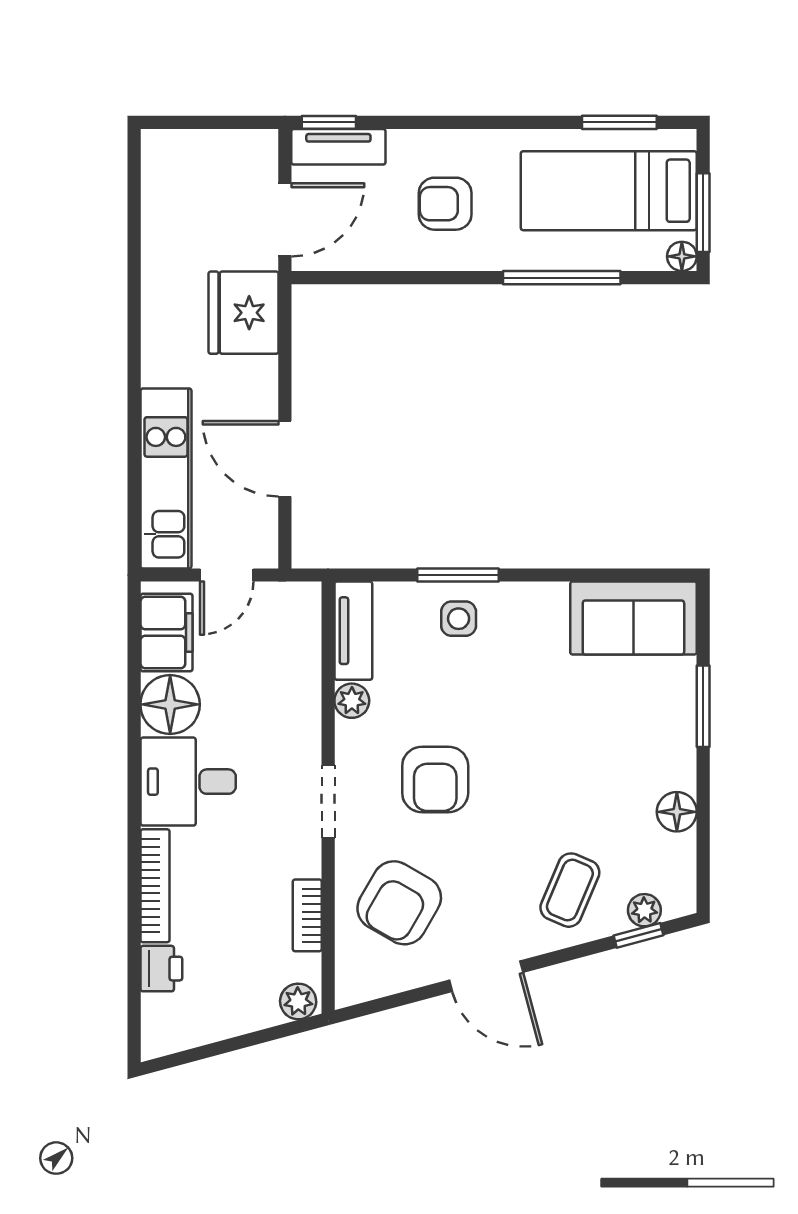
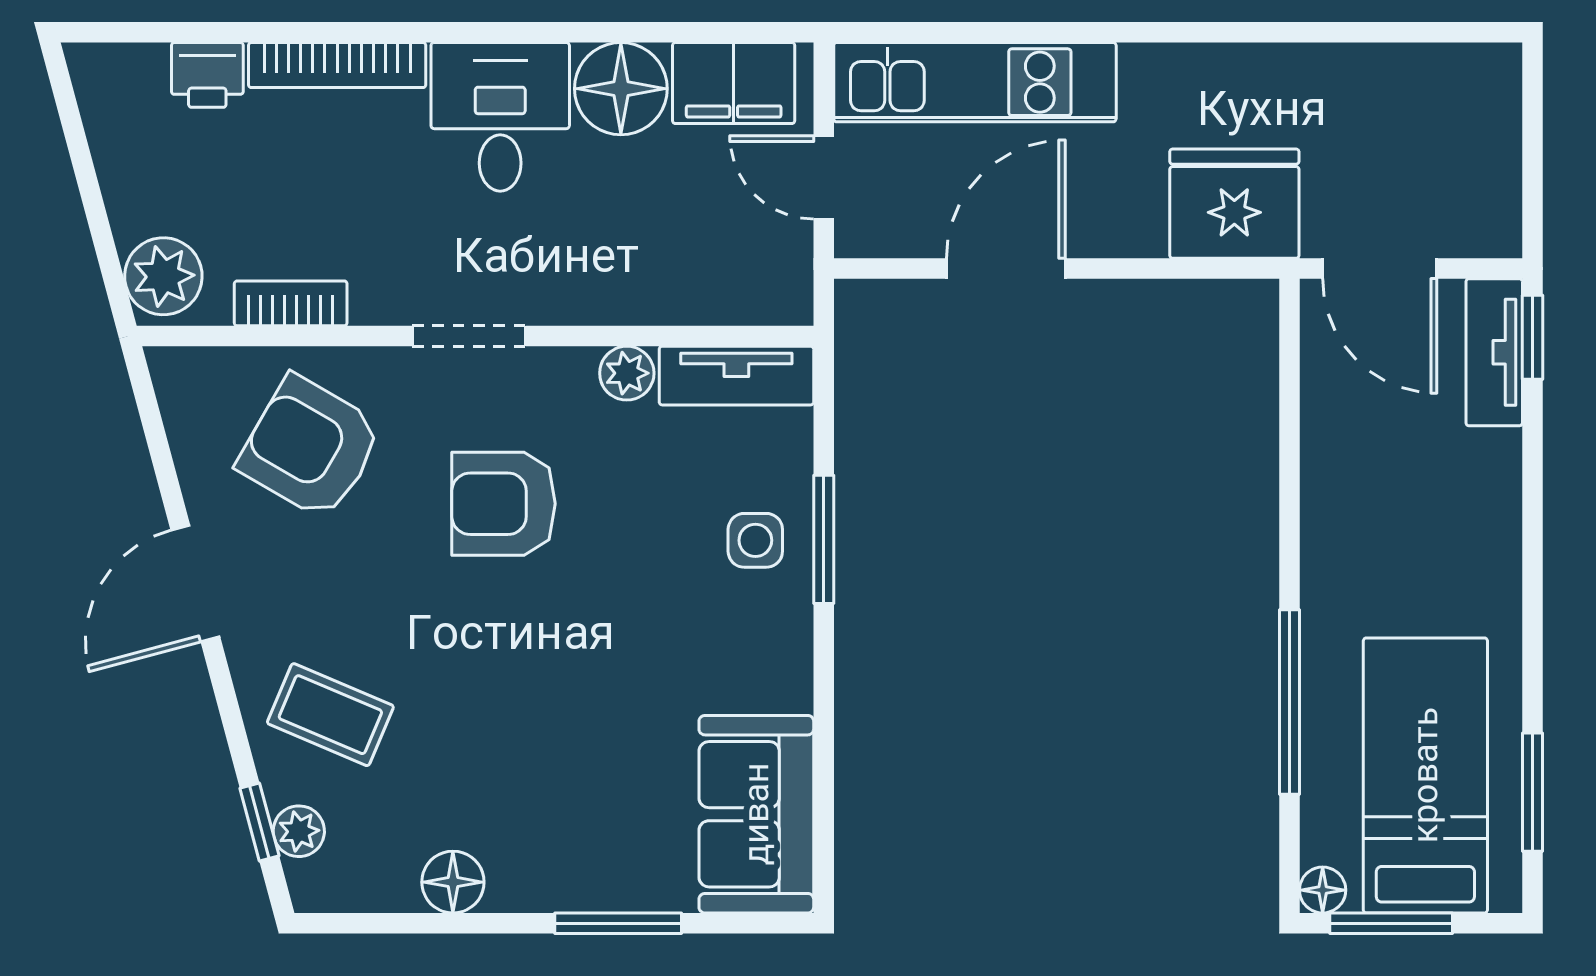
armchair: (445, 204) -> (1405, 519), removed
plant: (298, 1001) -> (163, 276), width x1.38, depth x1.38

